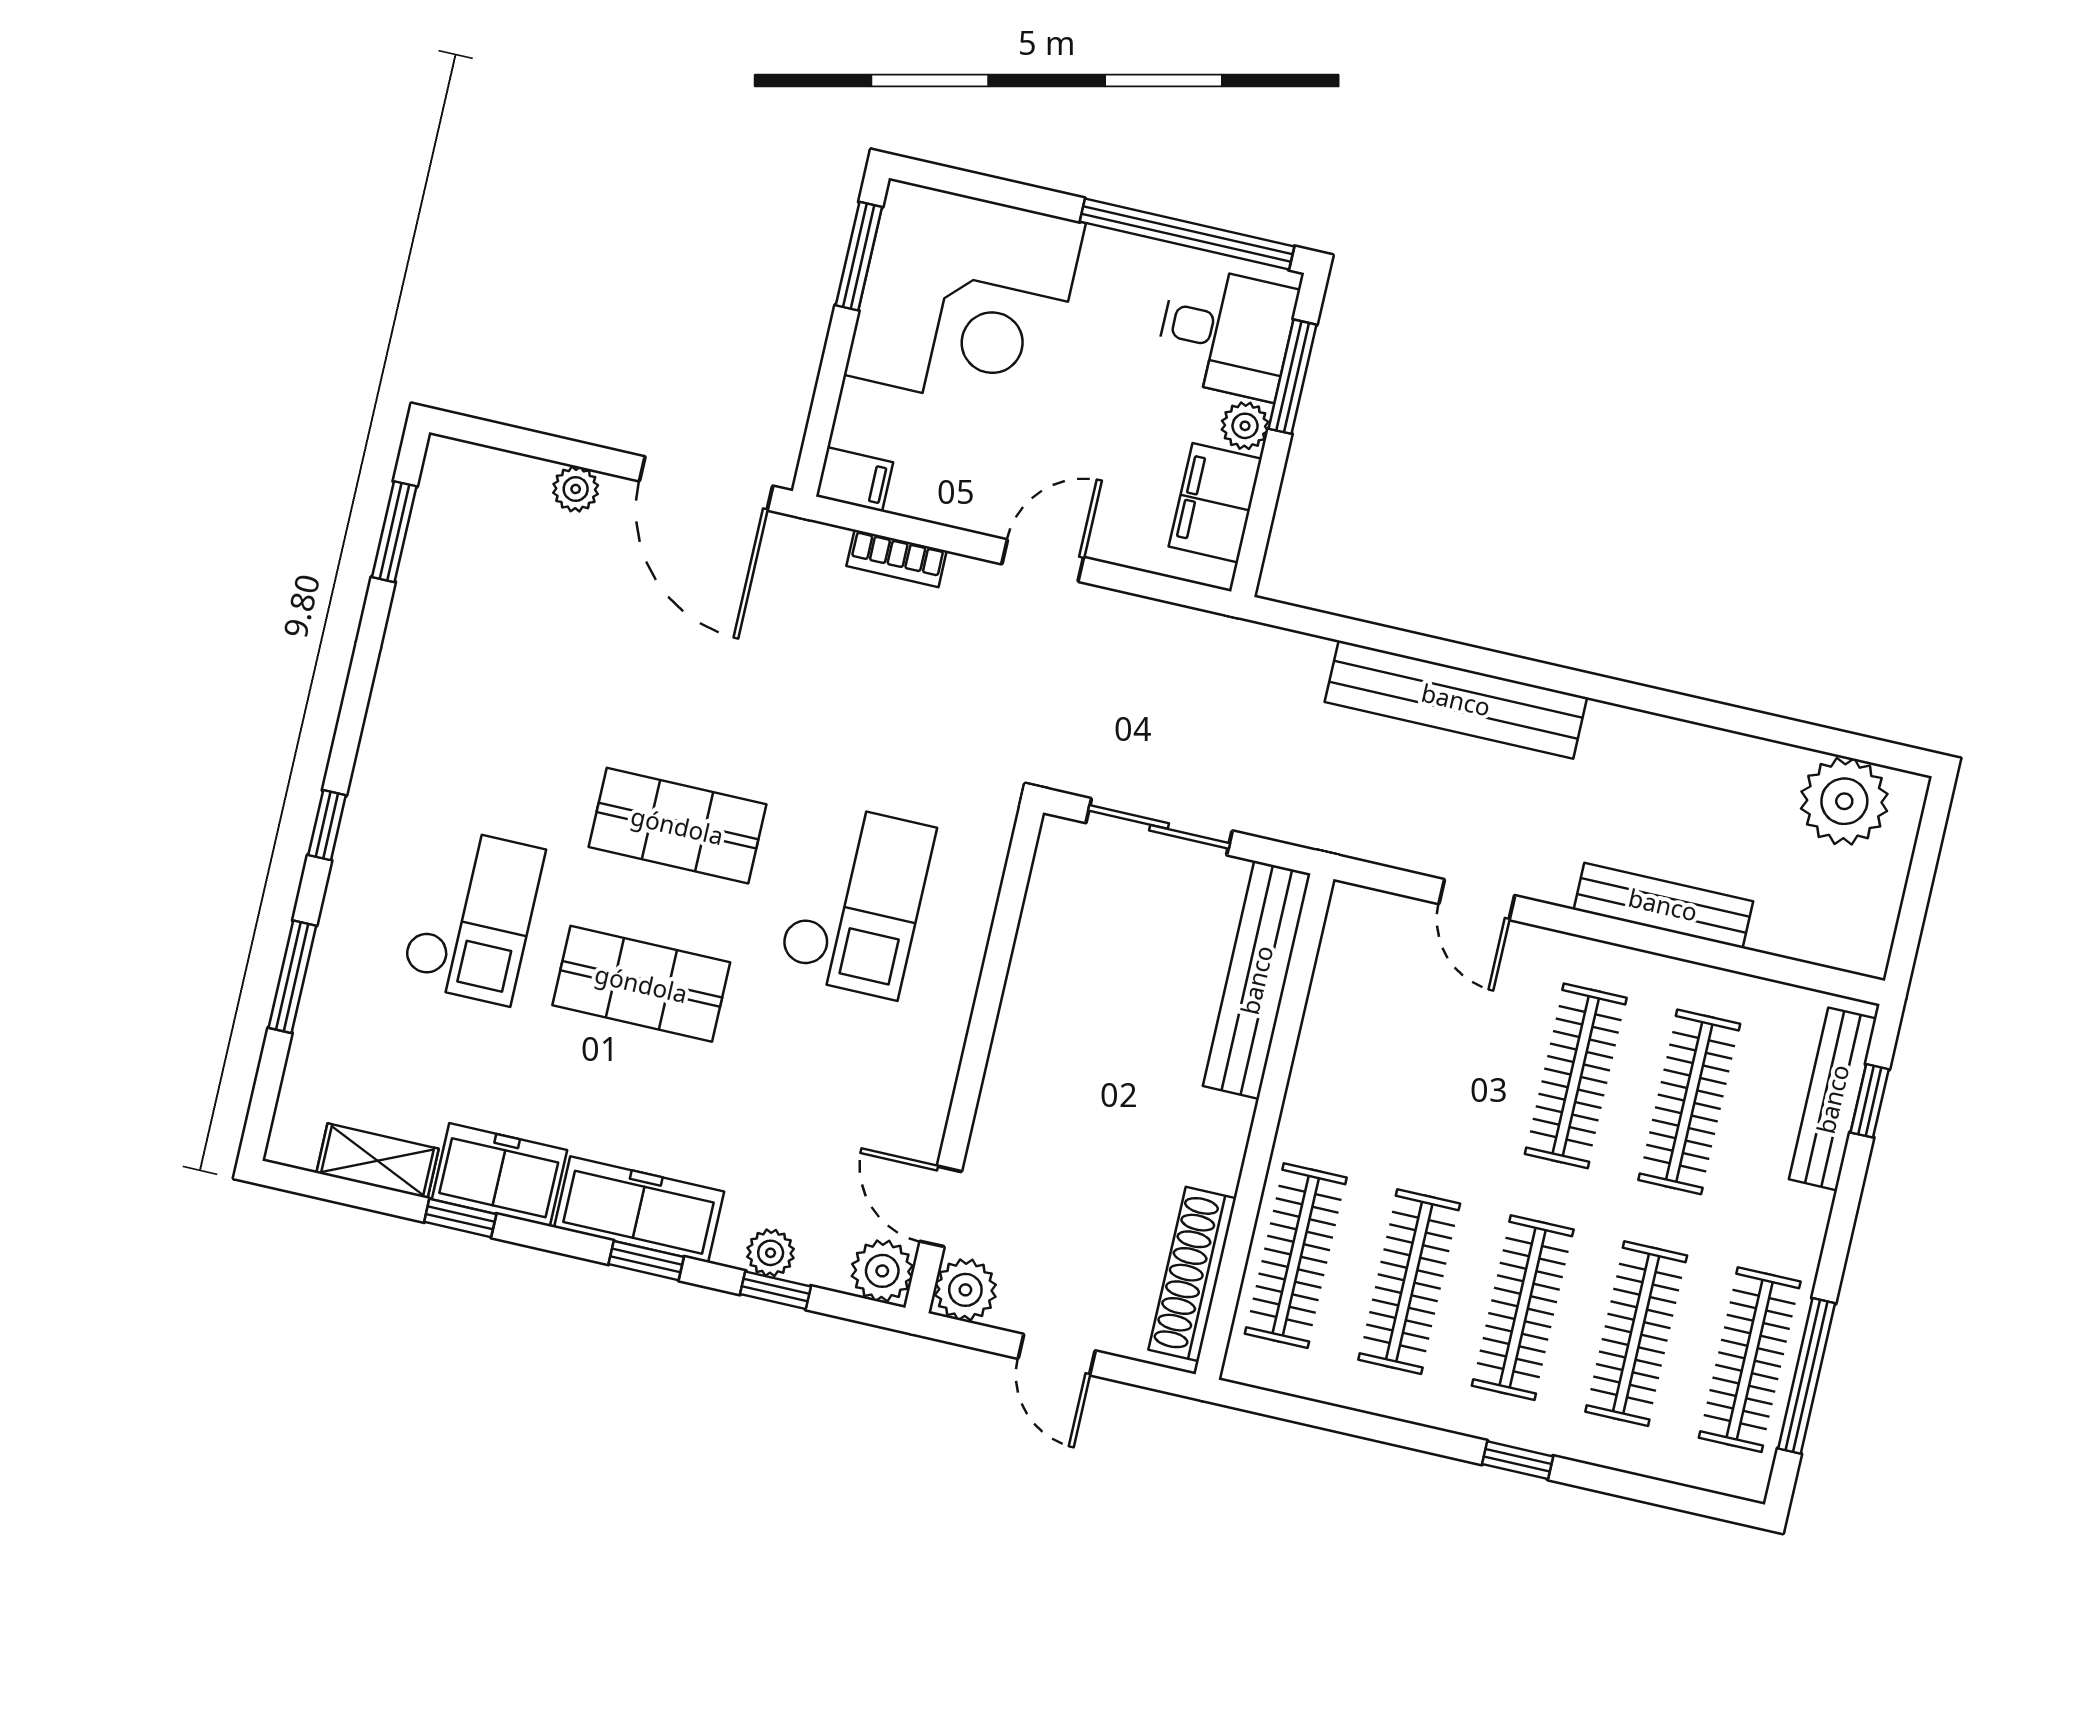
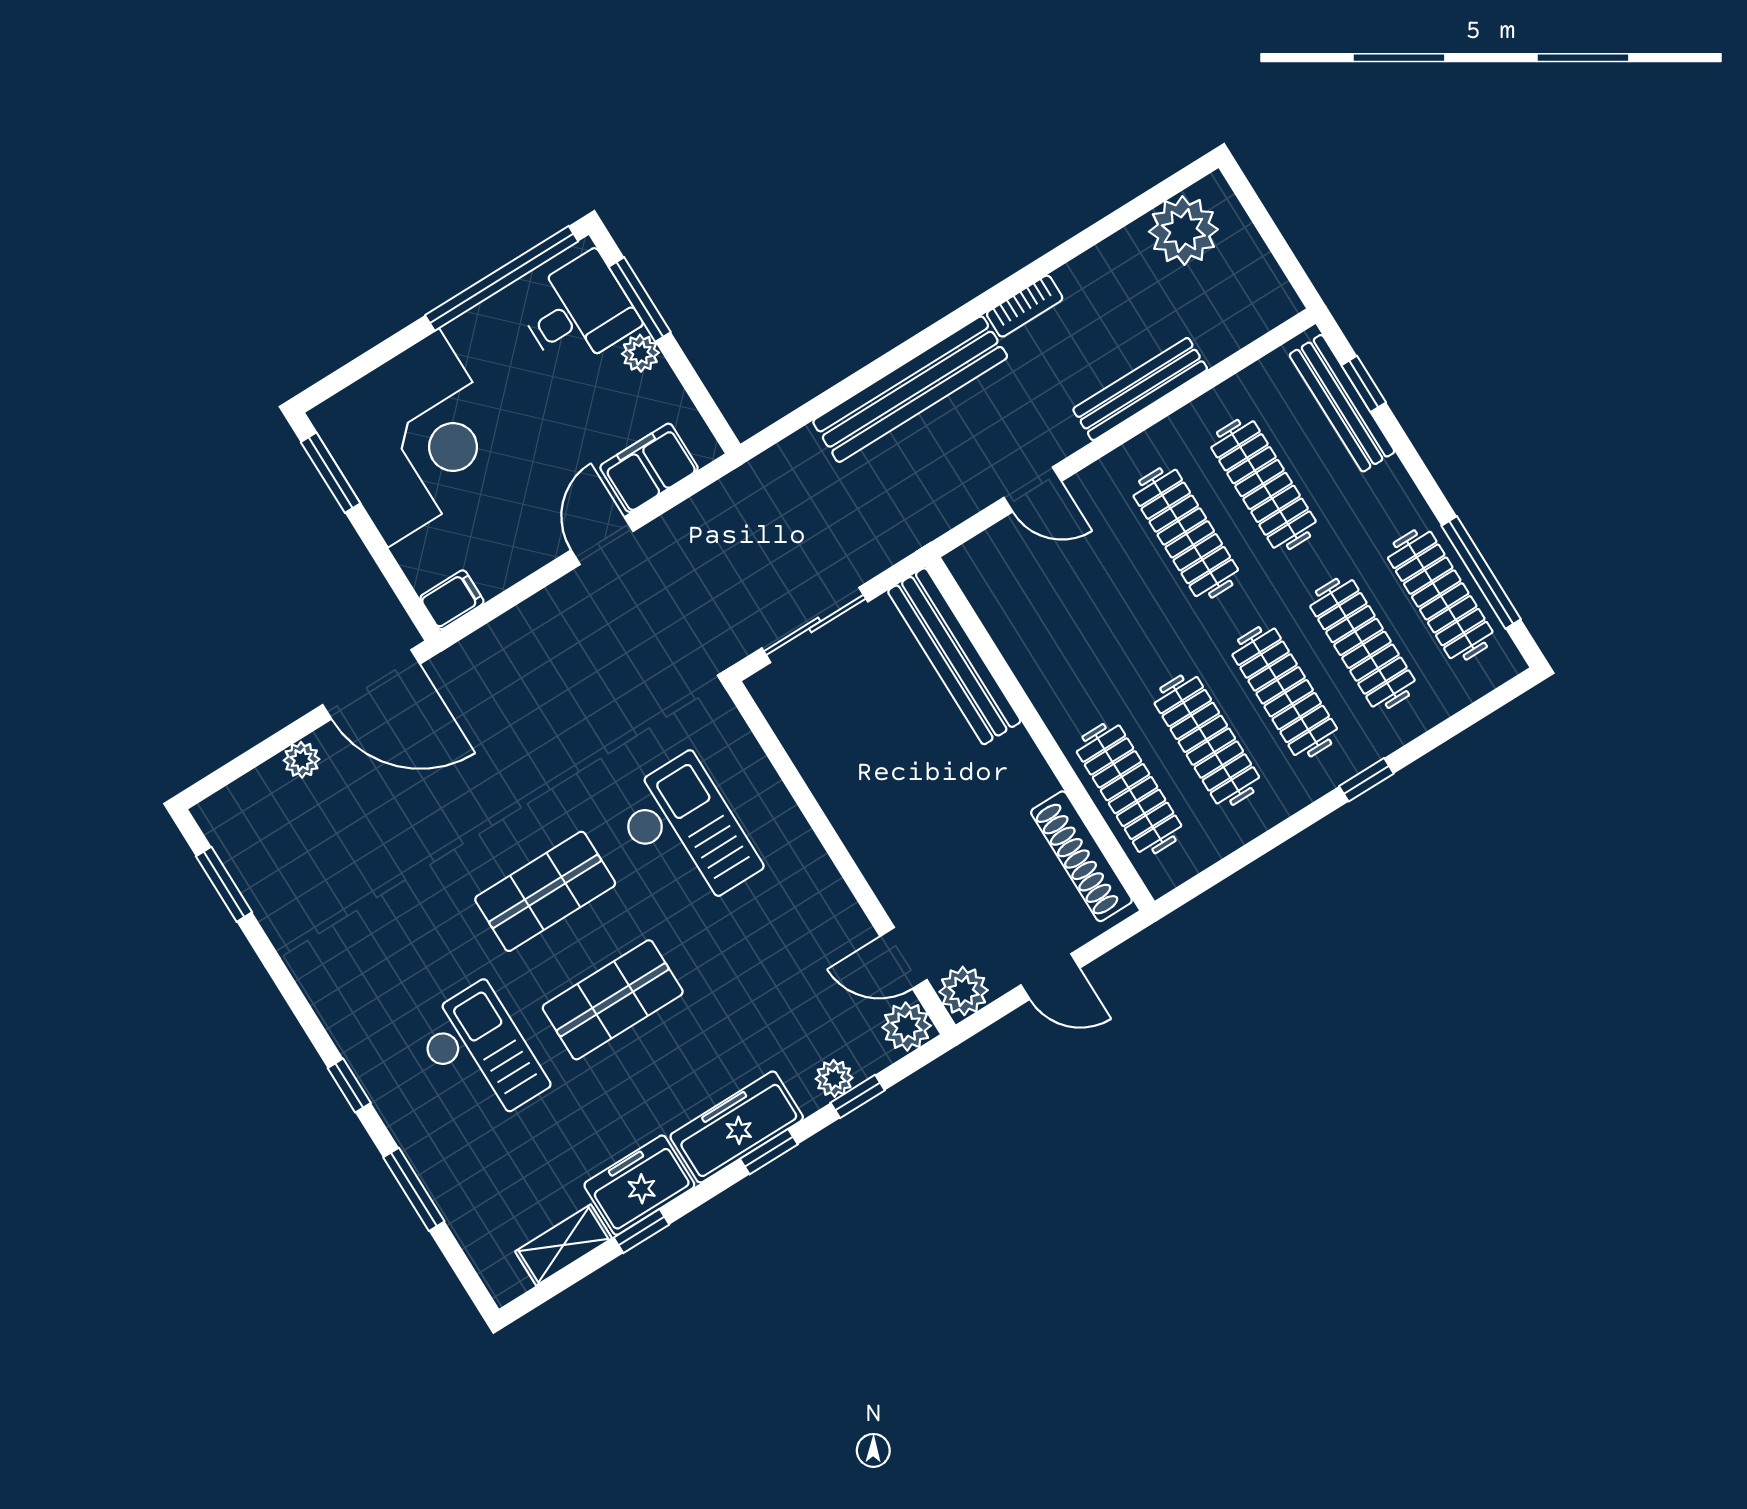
filing cabinet: (1215, 503) -> (649, 468), moved, turned 90
bookcase: (897, 558) -> (1025, 306), moved

